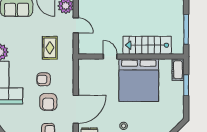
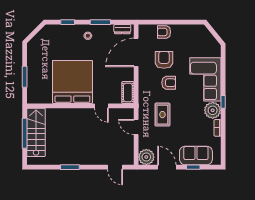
door: (76, 25) -> (136, 127), moved
stairs: (147, 45) -> (36, 132), moved, turned -90
cot: (178, 70) -> (128, 92), moved

